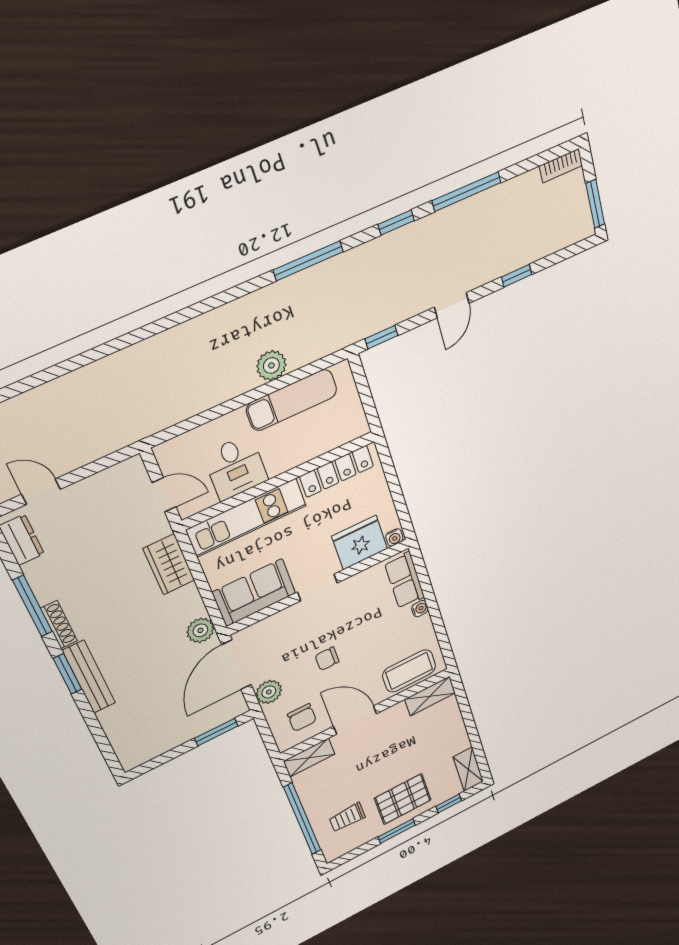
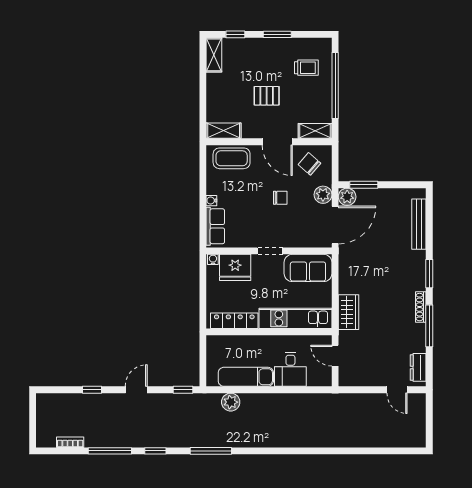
bookcase: (561, 166) -> (70, 442), moved
window: (595, 204) -> (33, 411), removed
plant: (271, 365) -> (231, 402), moved
desk: (236, 467) -> (290, 369), moved, turned 180
plant: (200, 630) -> (347, 197), moved
bench: (89, 677) -> (419, 224), moved
chair: (302, 718) -> (309, 164), turned -49
pallet: (403, 799) -> (267, 96), moved, width x0.67, depth x0.71

